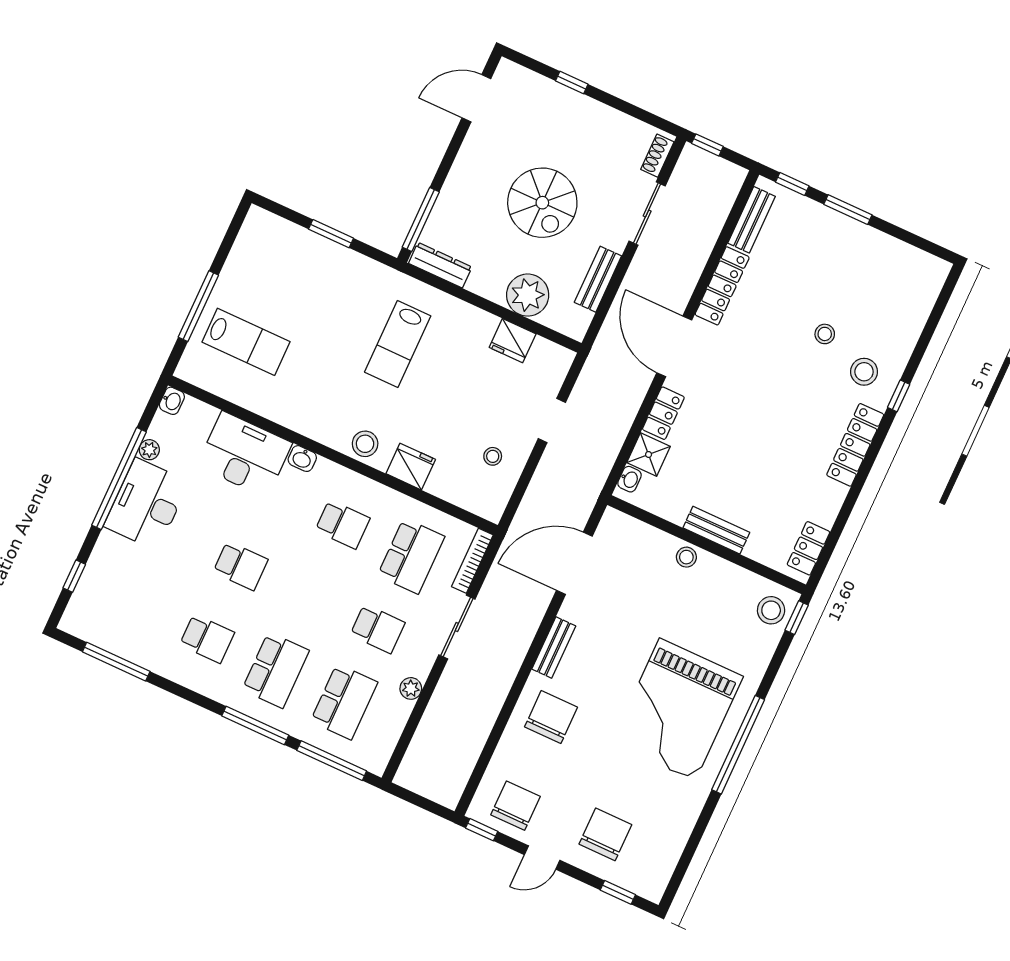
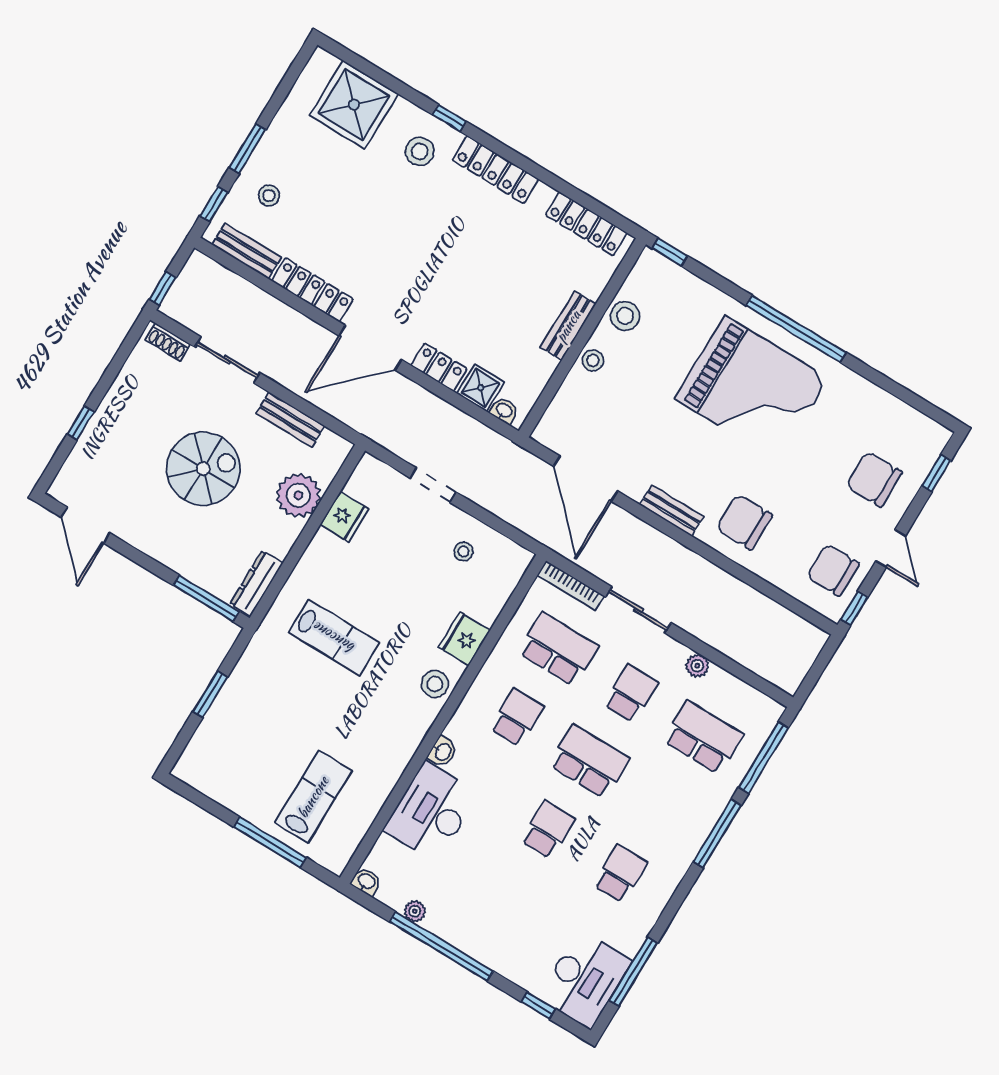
shower: (901, 305) -> (354, 105), added
stool: (825, 334) -> (269, 196), moved
desk: (146, 504) -> (585, 979), moved, turned -90
locker: (808, 548) -> (586, 224), width x1.53
stool: (771, 610) -> (625, 316), moved
school desk: (276, 670) -> (589, 761), moved

